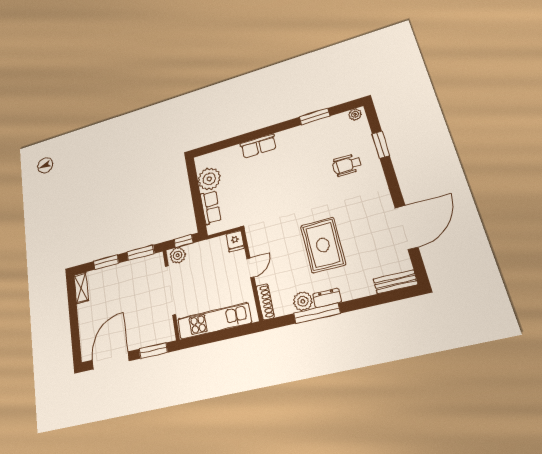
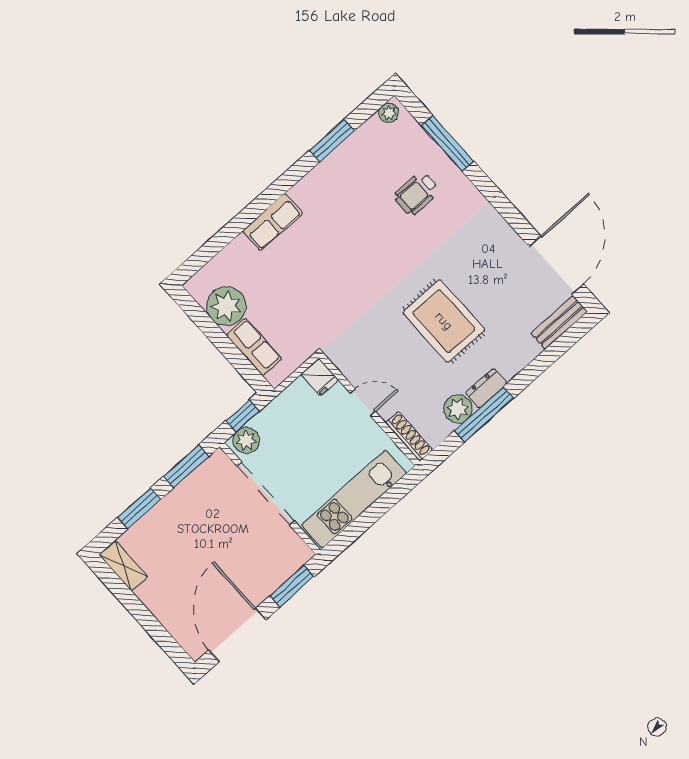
window: (381, 145) -> (447, 143), width x1.44
door: (406, 227) -> (556, 265), moved
door: (250, 268) -> (363, 402), hinge flipped

